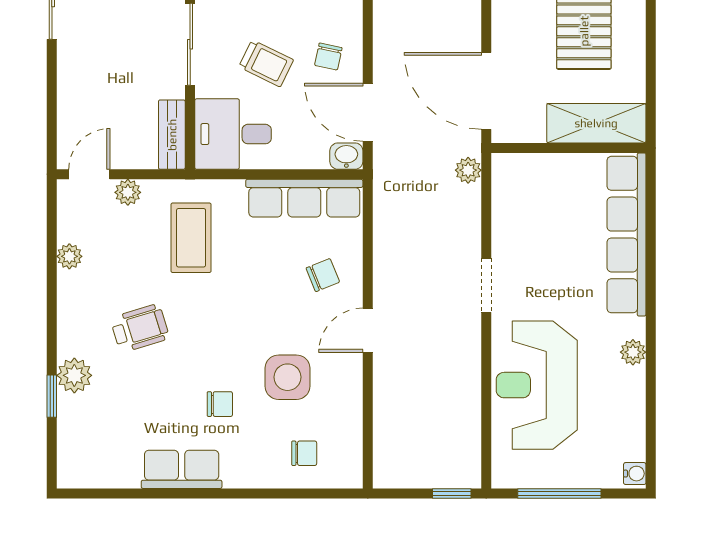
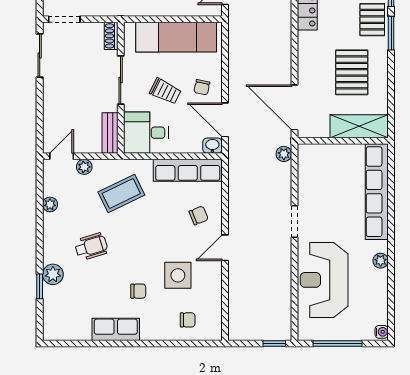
coffee table: (191, 238) -> (121, 194), turned 64

